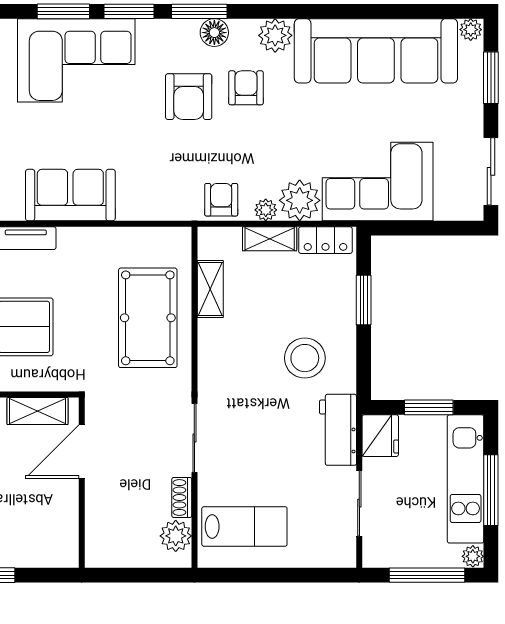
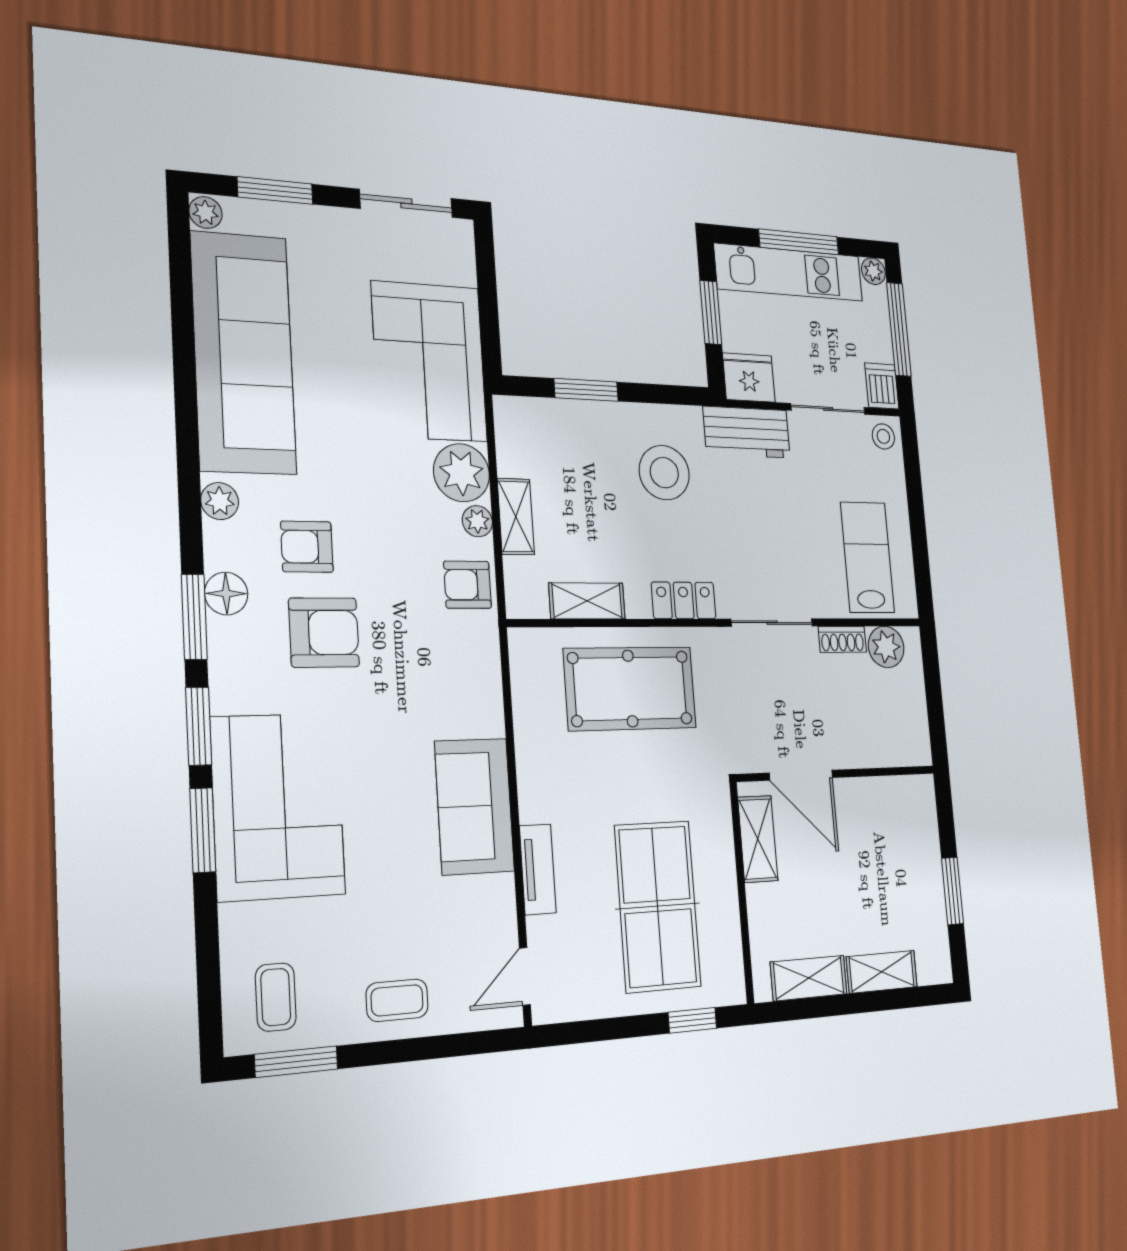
plant: (275, 35) -> (220, 501), width x0.73, depth x0.73
locker: (325, 240) -> (684, 600), moved, turned -90
stool: (340, 551) -> (883, 436), added
dishwasher: (380, 554) -> (882, 386), added

